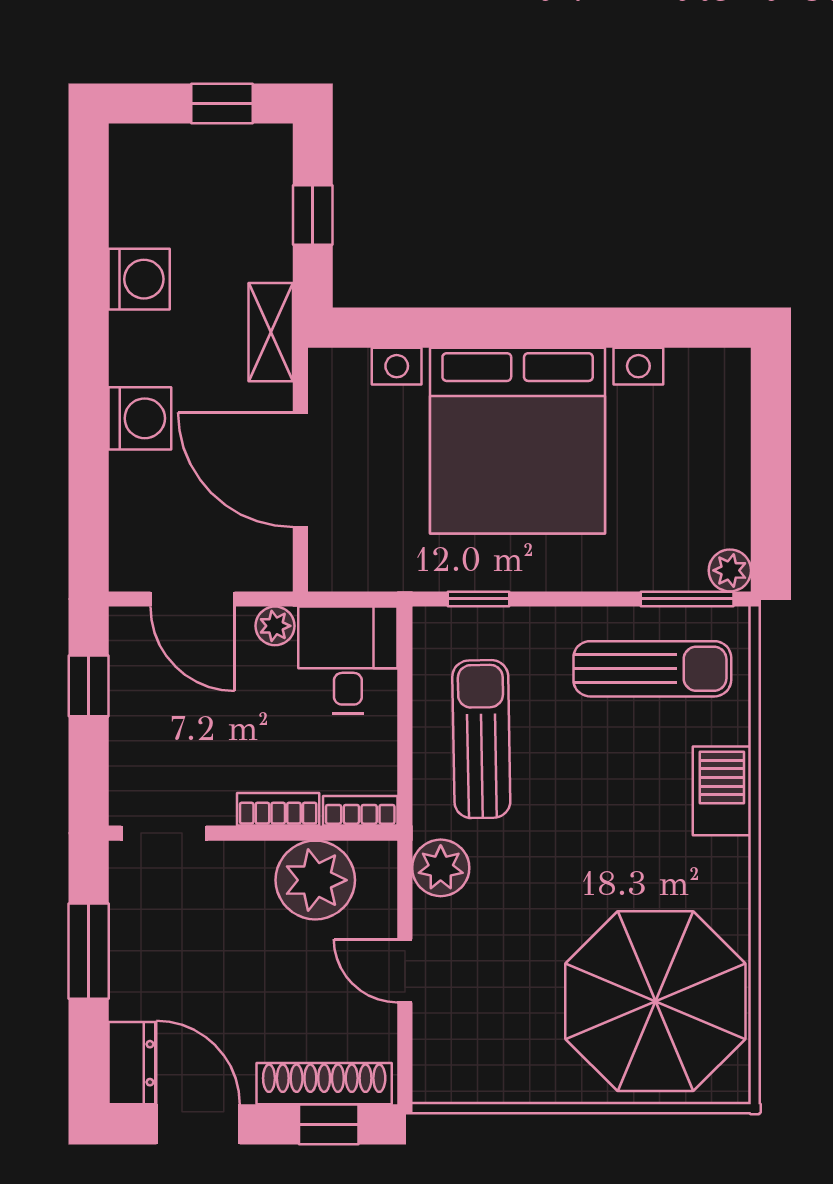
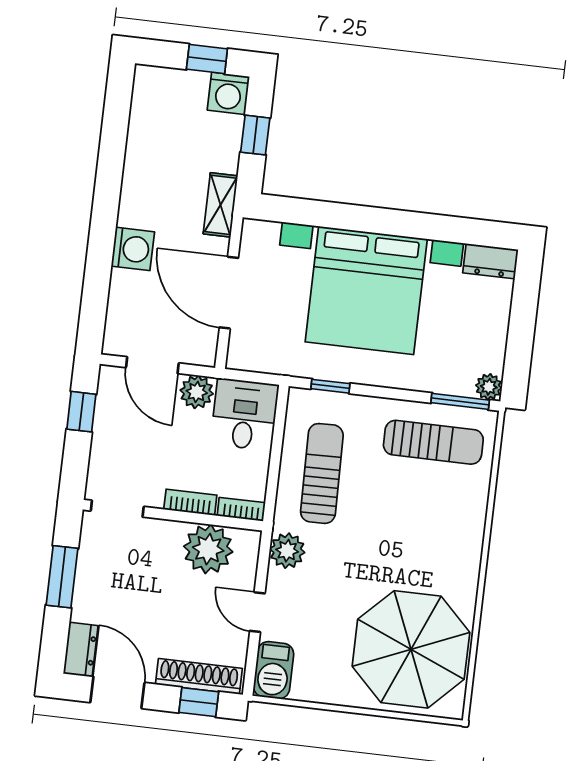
washing machine: (139, 279) -> (228, 93), moved, turned 90
dresser: (709, 371) -> (490, 261), added
plant: (275, 626) -> (197, 392), width x1.38, depth x1.38
barbecue: (722, 791) -> (274, 670), moved, turned 180

